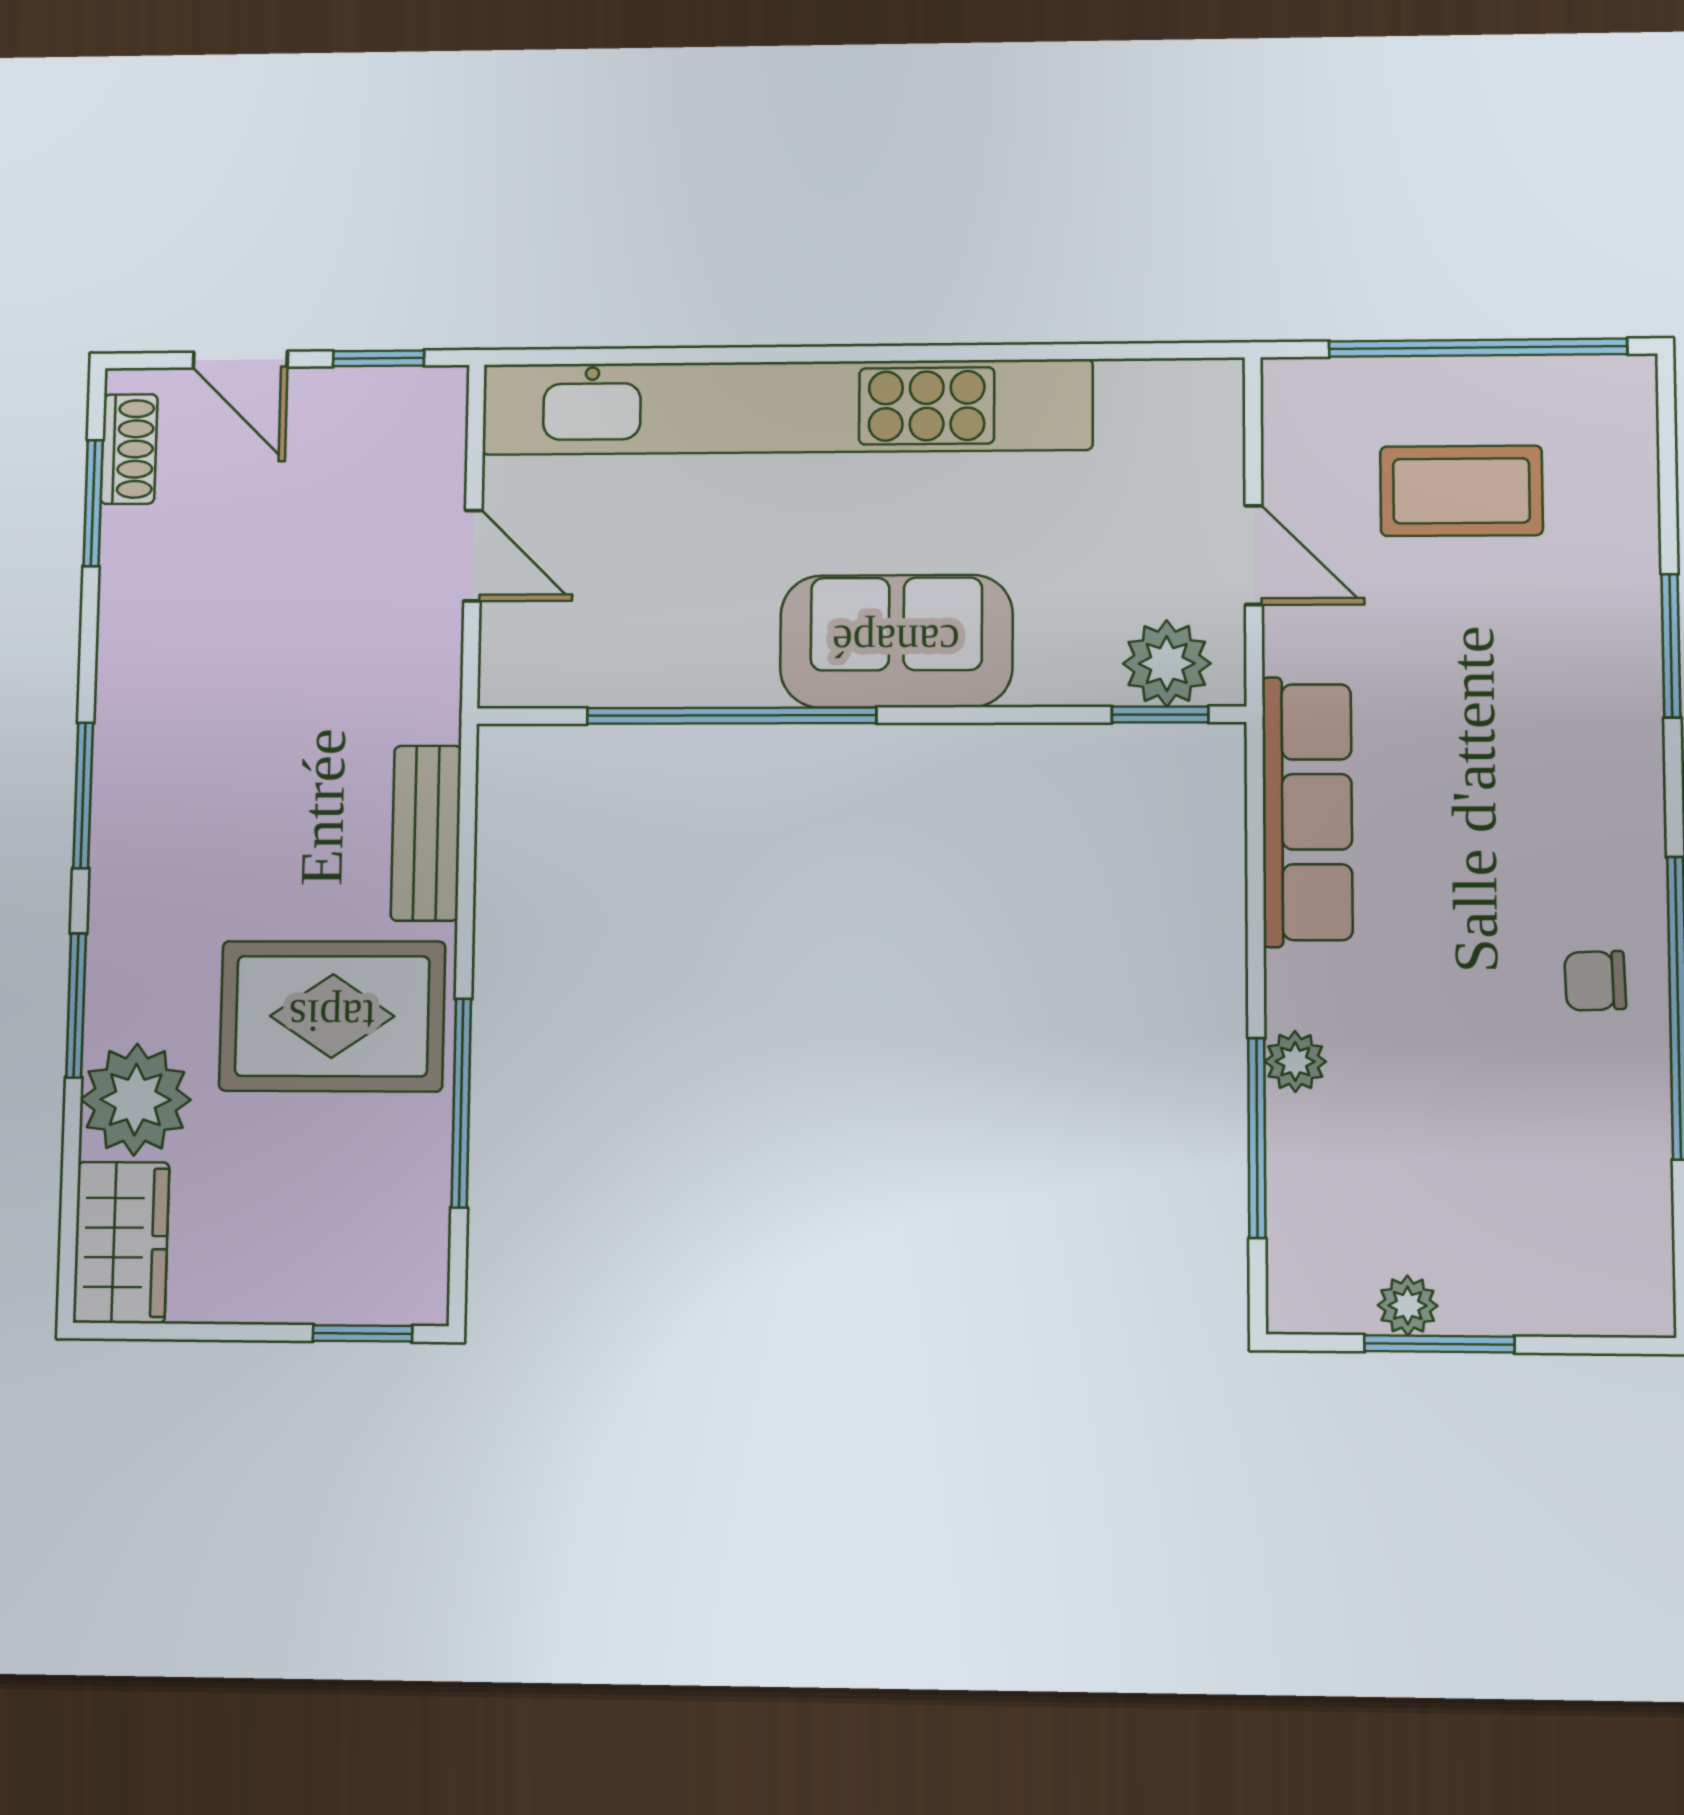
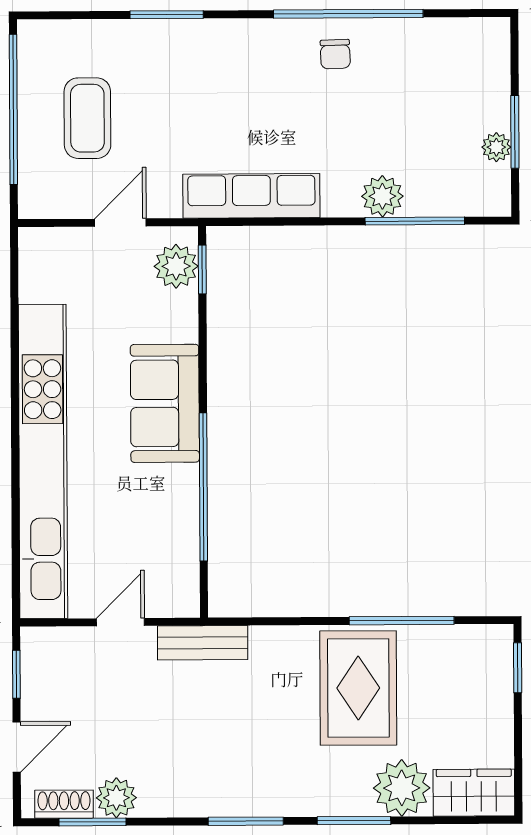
plant: (137, 548) -> (116, 798), added
bench: (426, 833) -> (203, 643), moved
plant: (1295, 1061) -> (382, 196), width x1.38, depth x1.38

